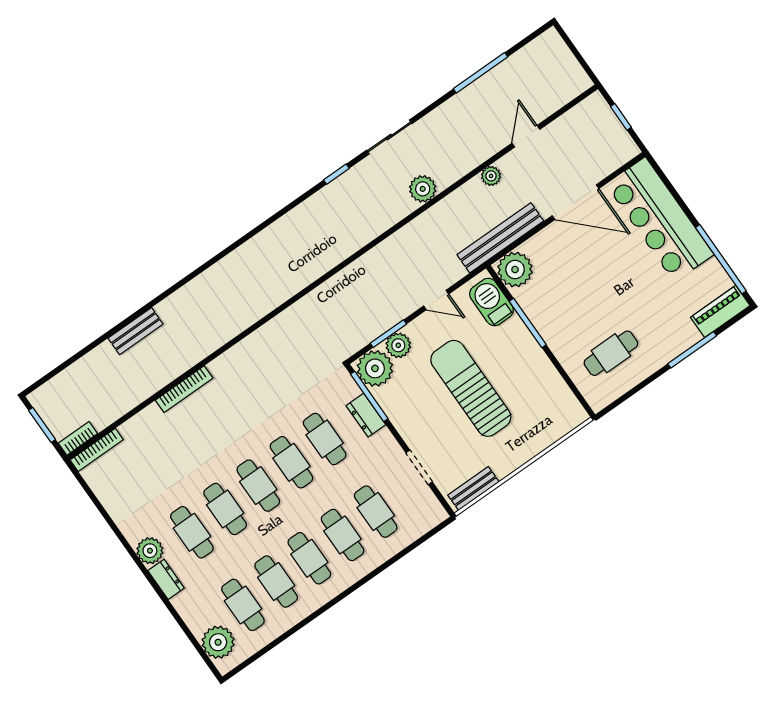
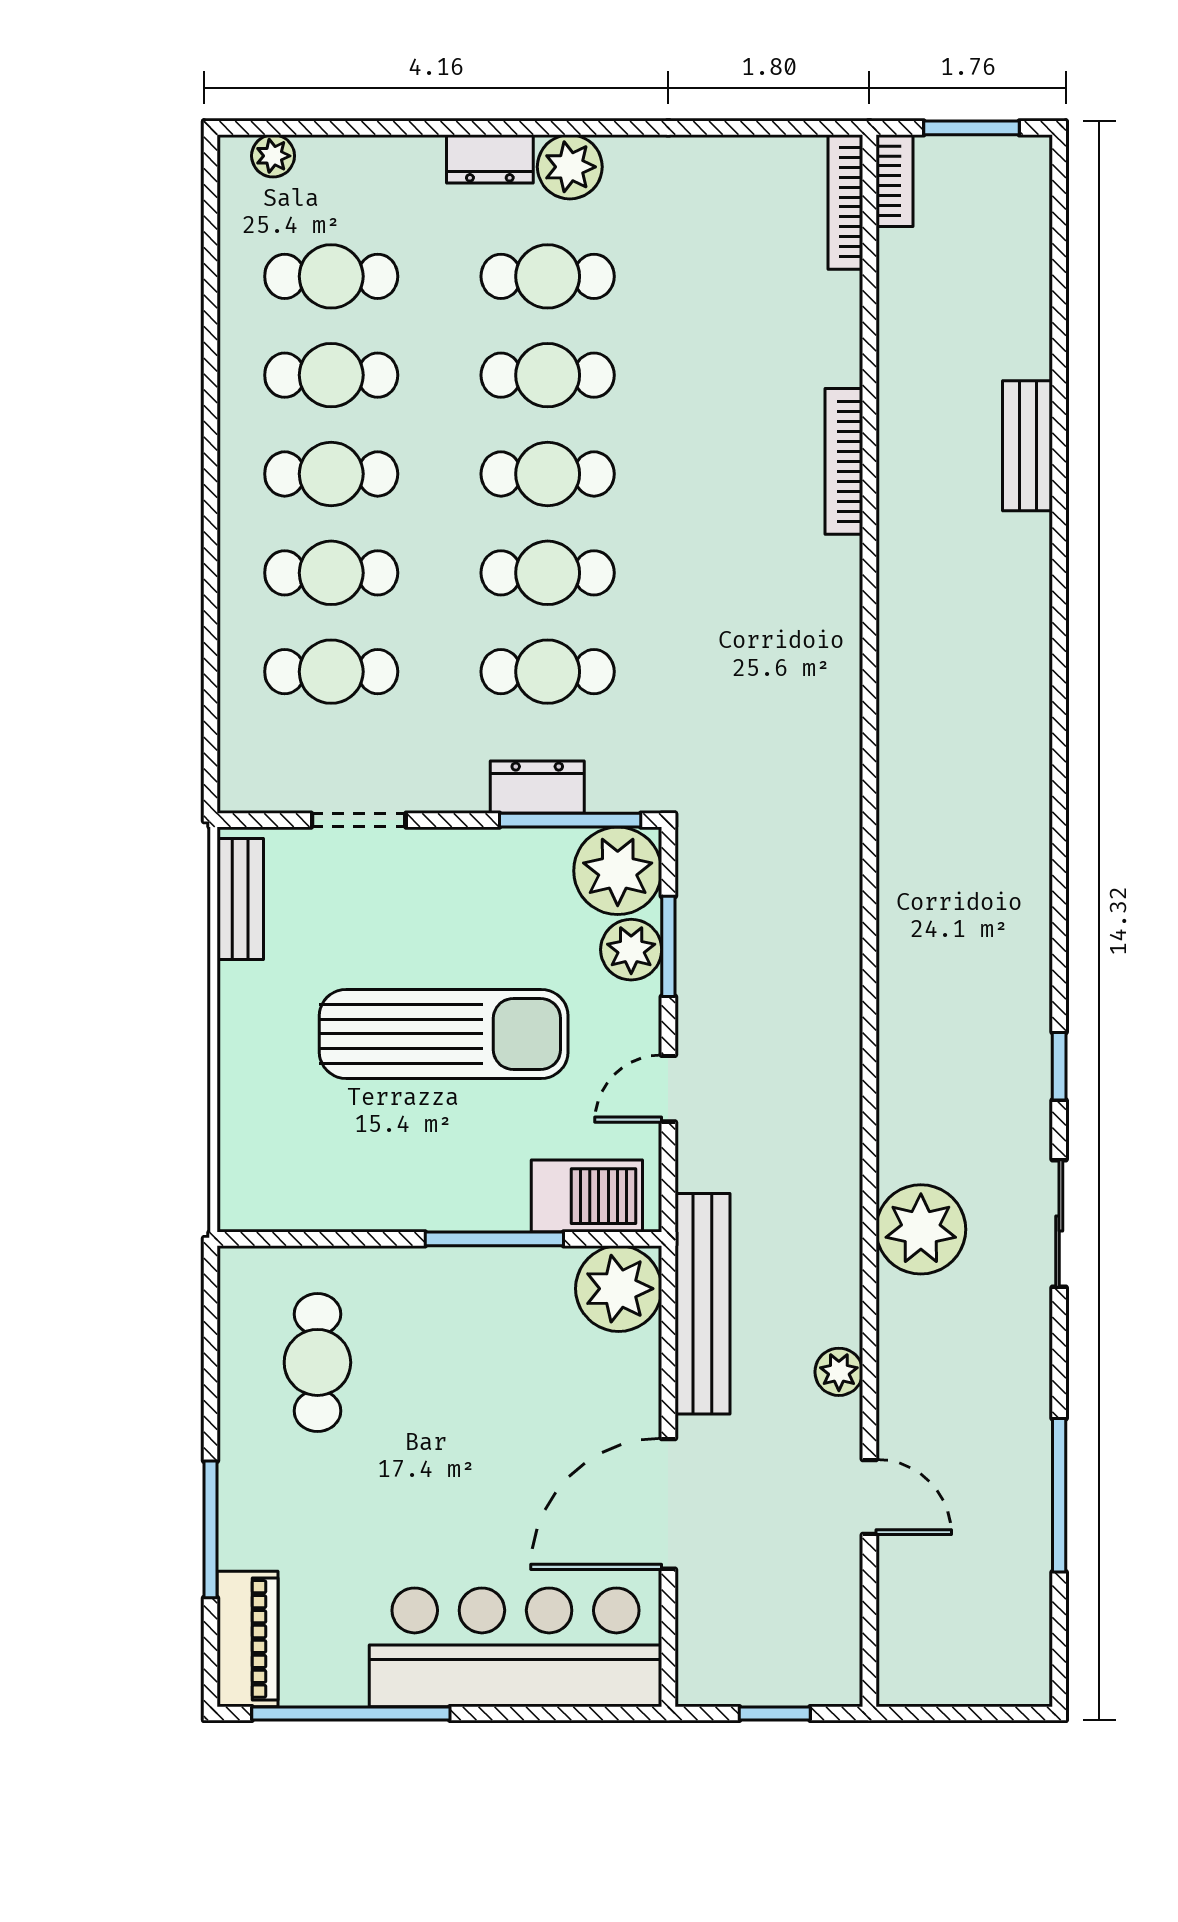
plant: (423, 189) -> (921, 1229), width x1.36, depth x1.36
plant: (218, 642) -> (273, 156), width x0.53, depth x0.53

